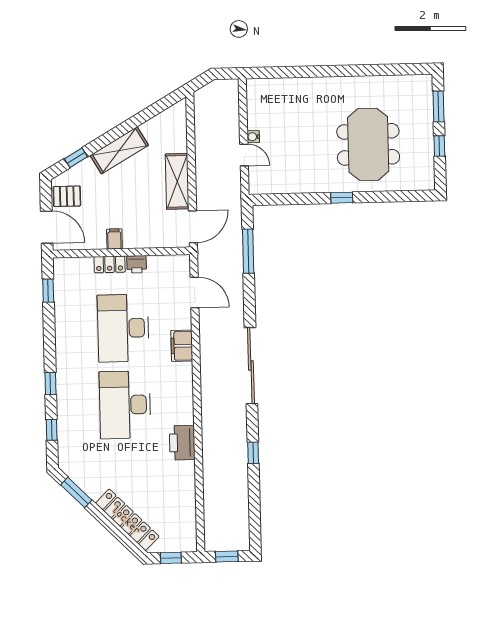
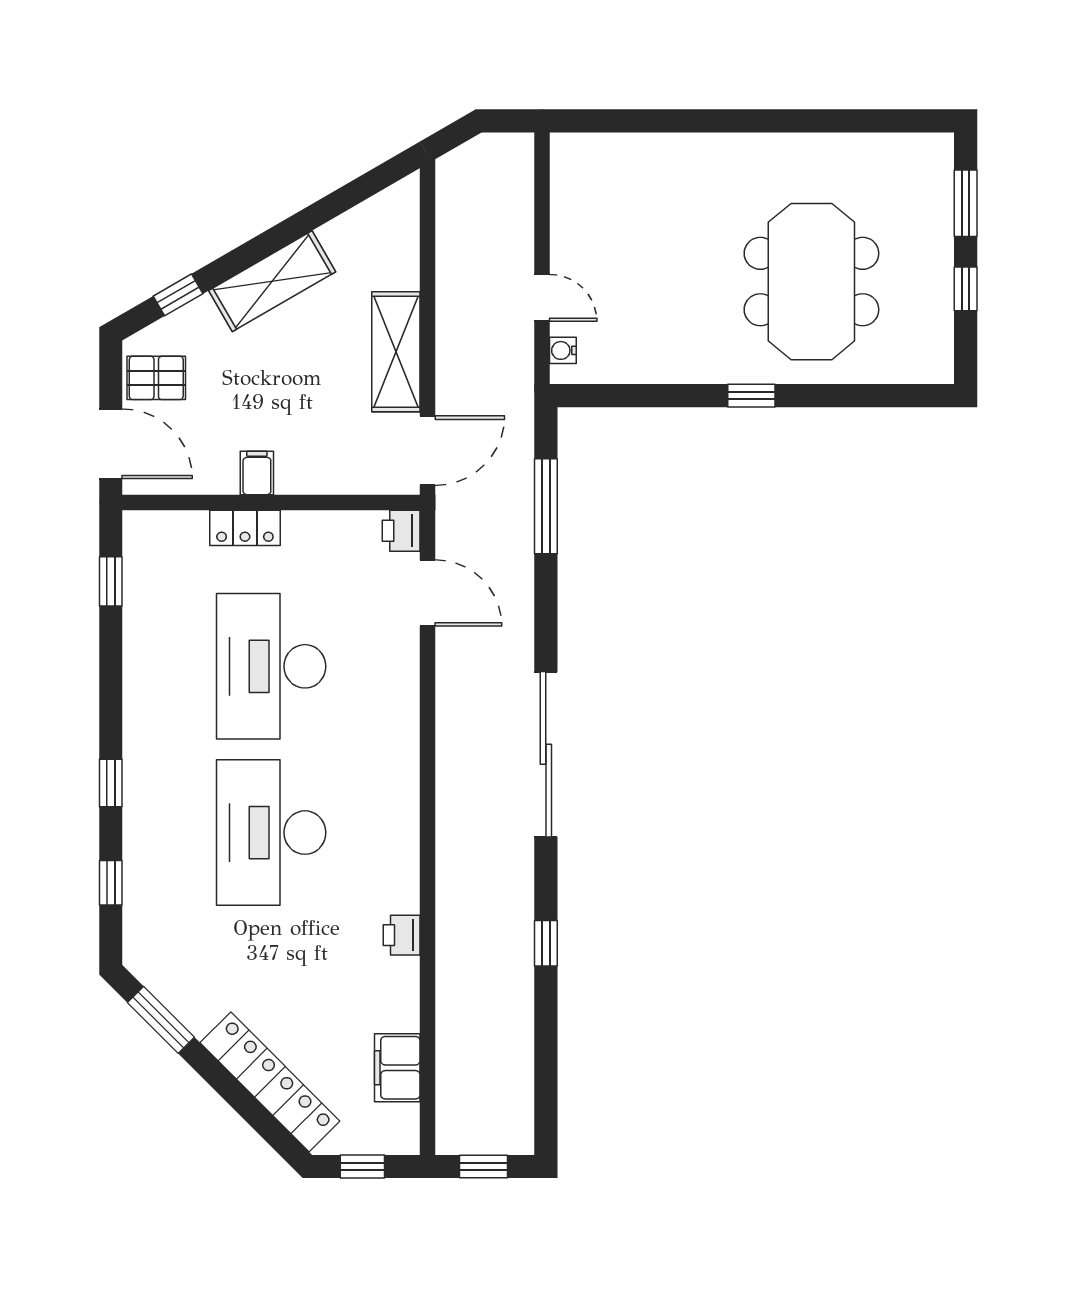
water cooler: (253, 137) -> (563, 350), moved
printer: (137, 264) -> (401, 531), moved, turned 90
filing cabinet: (182, 346) -> (397, 1068), moved
printer: (182, 443) -> (402, 935), width x0.53, depth x0.68

